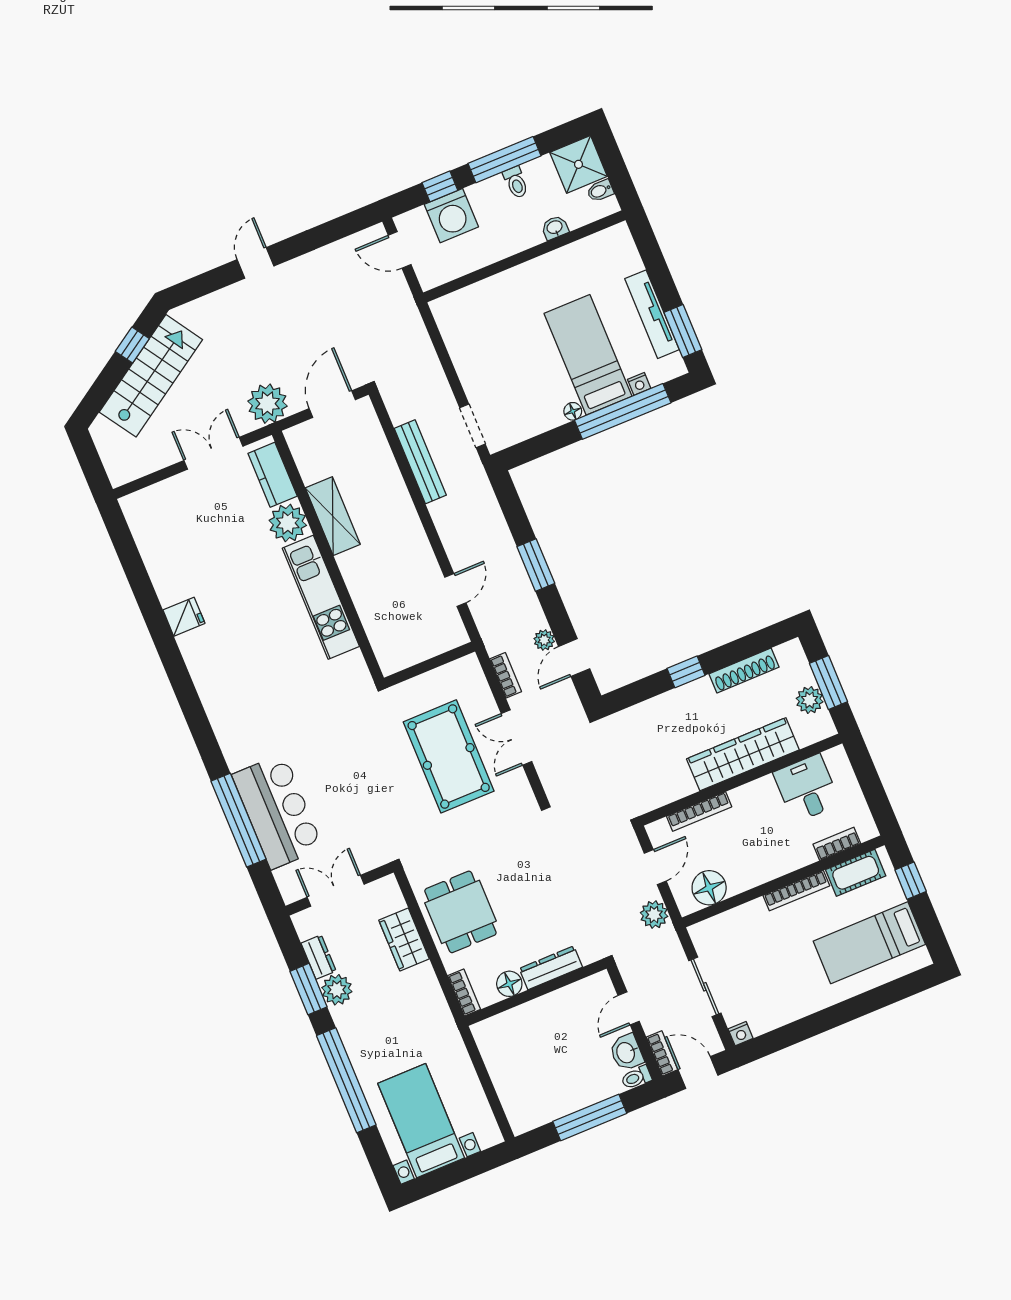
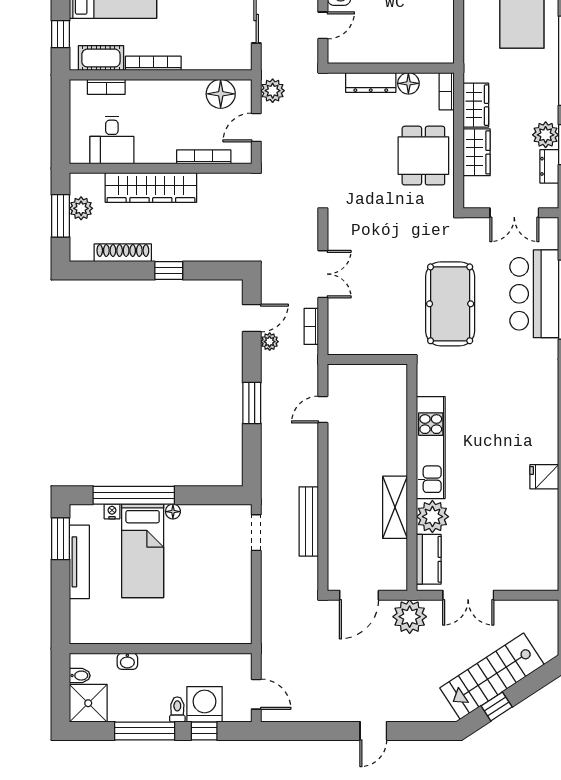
toilet: (516, 182) -> (177, 709), moved
pool table: (449, 756) -> (450, 304), moved
wardrobe: (426, 991) -> (476, 105), added

